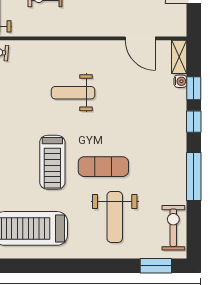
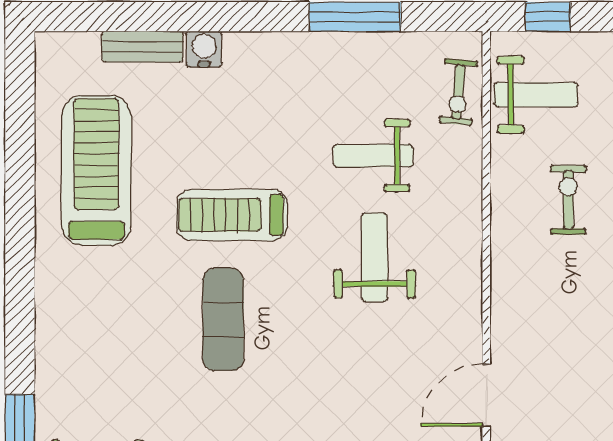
weight bench: (115, 217) -> (373, 156), moved, width x0.73, depth x0.75

